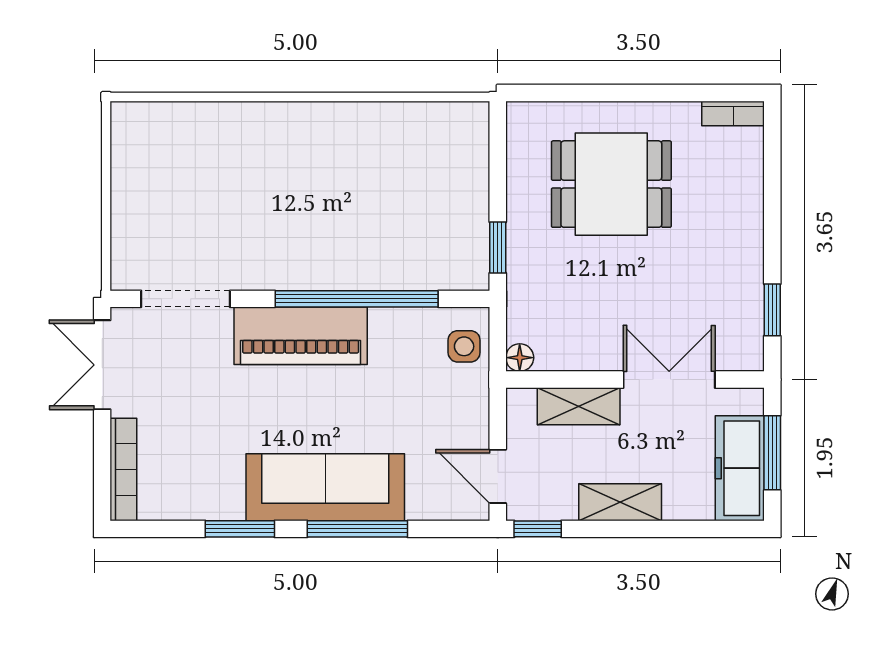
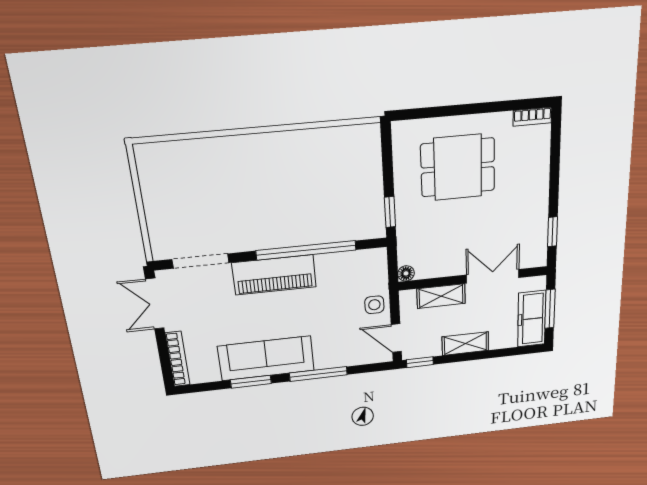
side table: (464, 346) -> (374, 305), moved
sofa: (325, 487) -> (266, 358), moved

